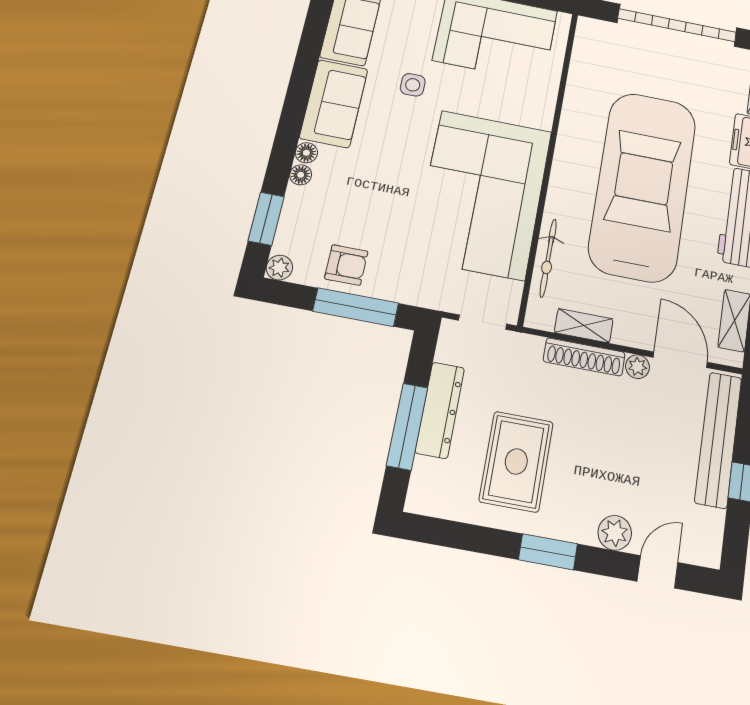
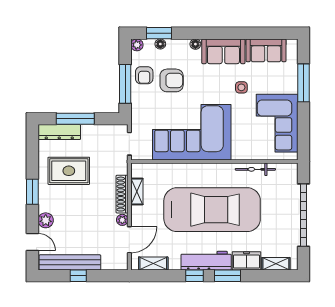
floor lamp: (301, 175) -> (160, 44), moved
armchair: (369, 213) -> (172, 80), added
bicycle: (548, 258) -> (255, 169), moved
dresser: (440, 410) -> (59, 132), moved
bench: (718, 440) -> (70, 262), moved

